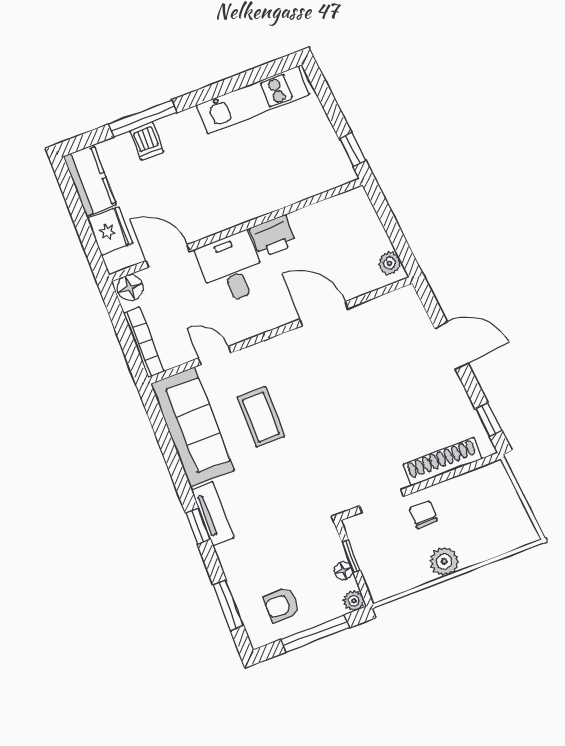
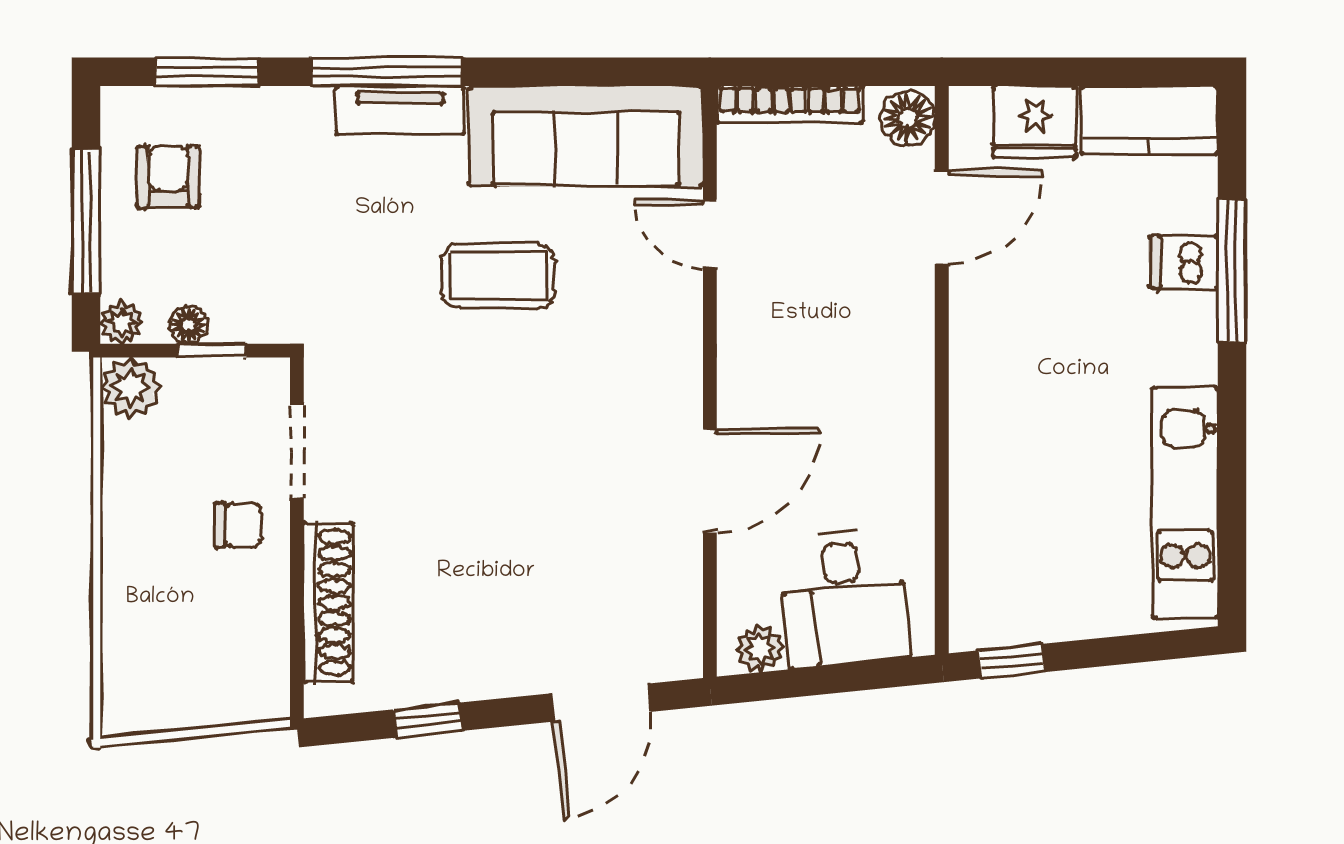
printer: (273, 236) -> (901, 439), removed
desk: (231, 268) -> (844, 598), moved, turned 84
door: (451, 346) -> (601, 703), moved
door: (215, 356) -> (710, 234), swing flipped
coffee table: (261, 417) -> (499, 276), moved
window: (489, 420) -> (428, 720), moved
window: (198, 526) -> (387, 72), width x2.17
plant: (444, 562) -> (130, 388), moved

